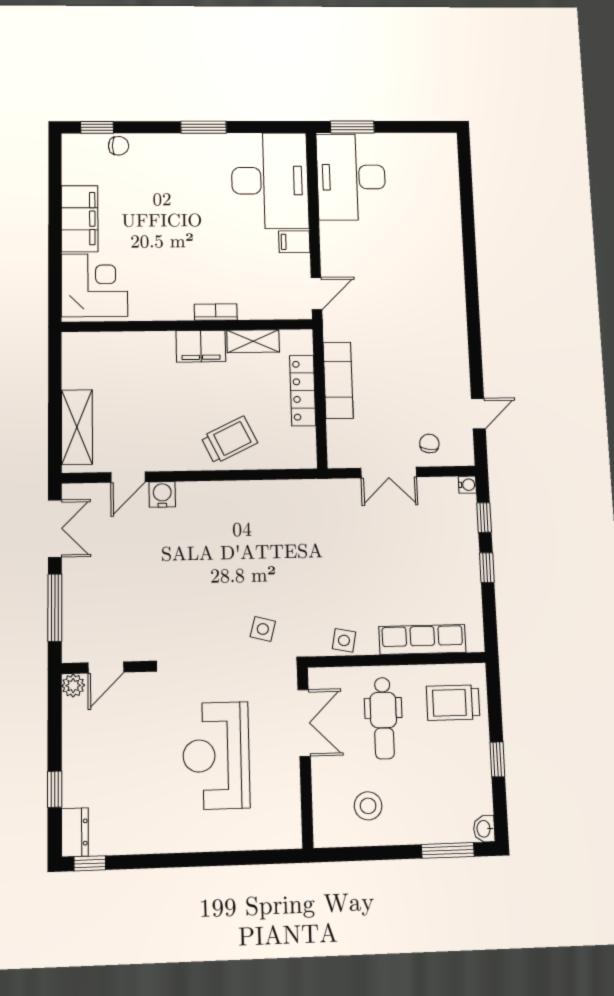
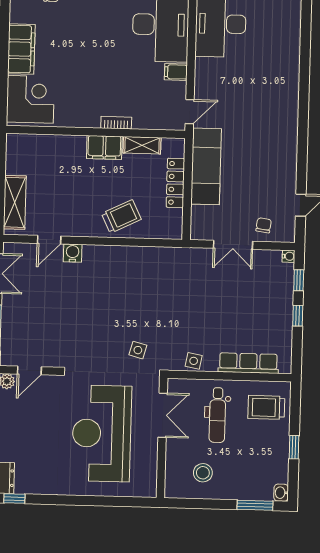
exam couch: (338, 380) -> (206, 166), width x1.36, depth x1.45
reception desk: (216, 755) -> (102, 433), width x1.36, depth x1.30

